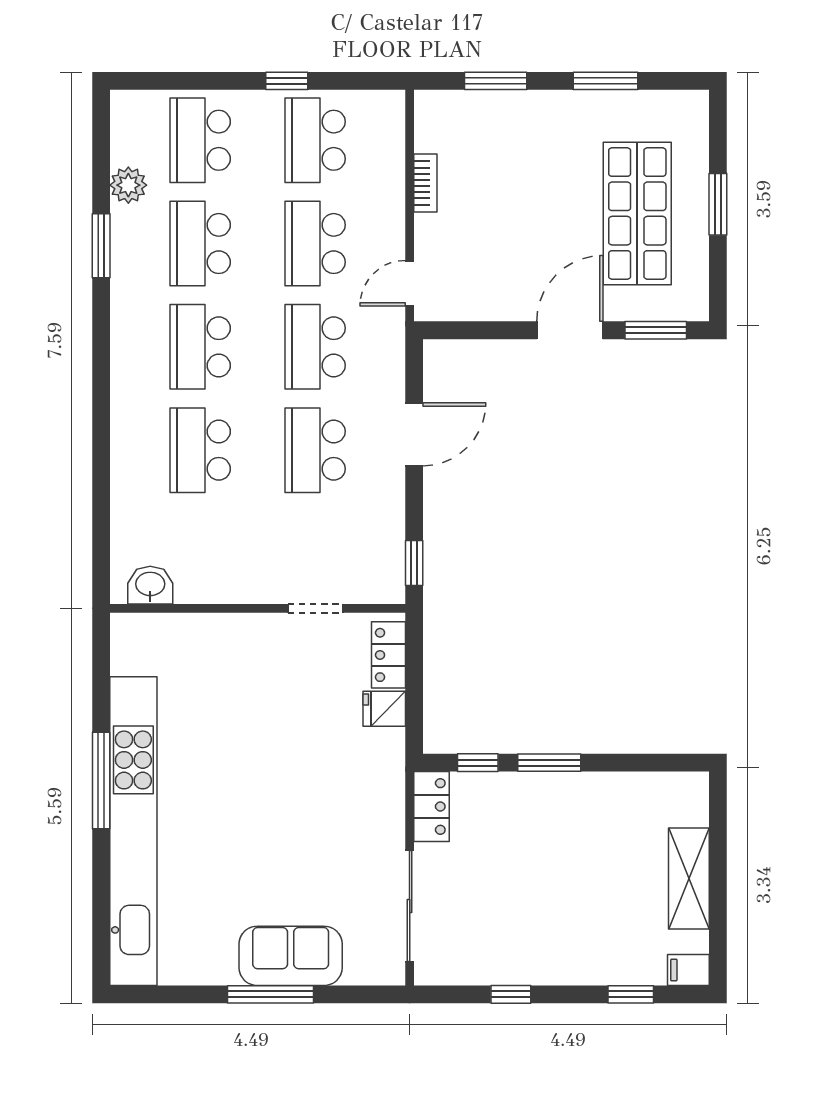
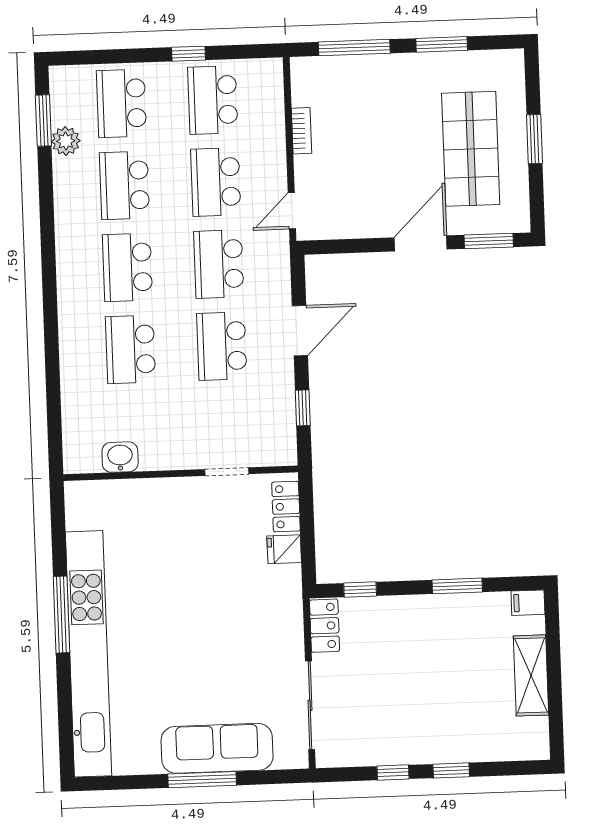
window: (496, 81) -> (354, 48), width x1.44
window: (101, 246) -> (43, 121), moved
window: (414, 563) -> (303, 408), moved
washbasin: (150, 585) -> (120, 457), moved
window: (549, 763) -> (457, 586), moved
sofa: (291, 956) -> (217, 748), width x1.36
filing cabinet: (688, 970) -> (528, 603), moved
window: (631, 994) -> (451, 770), moved

